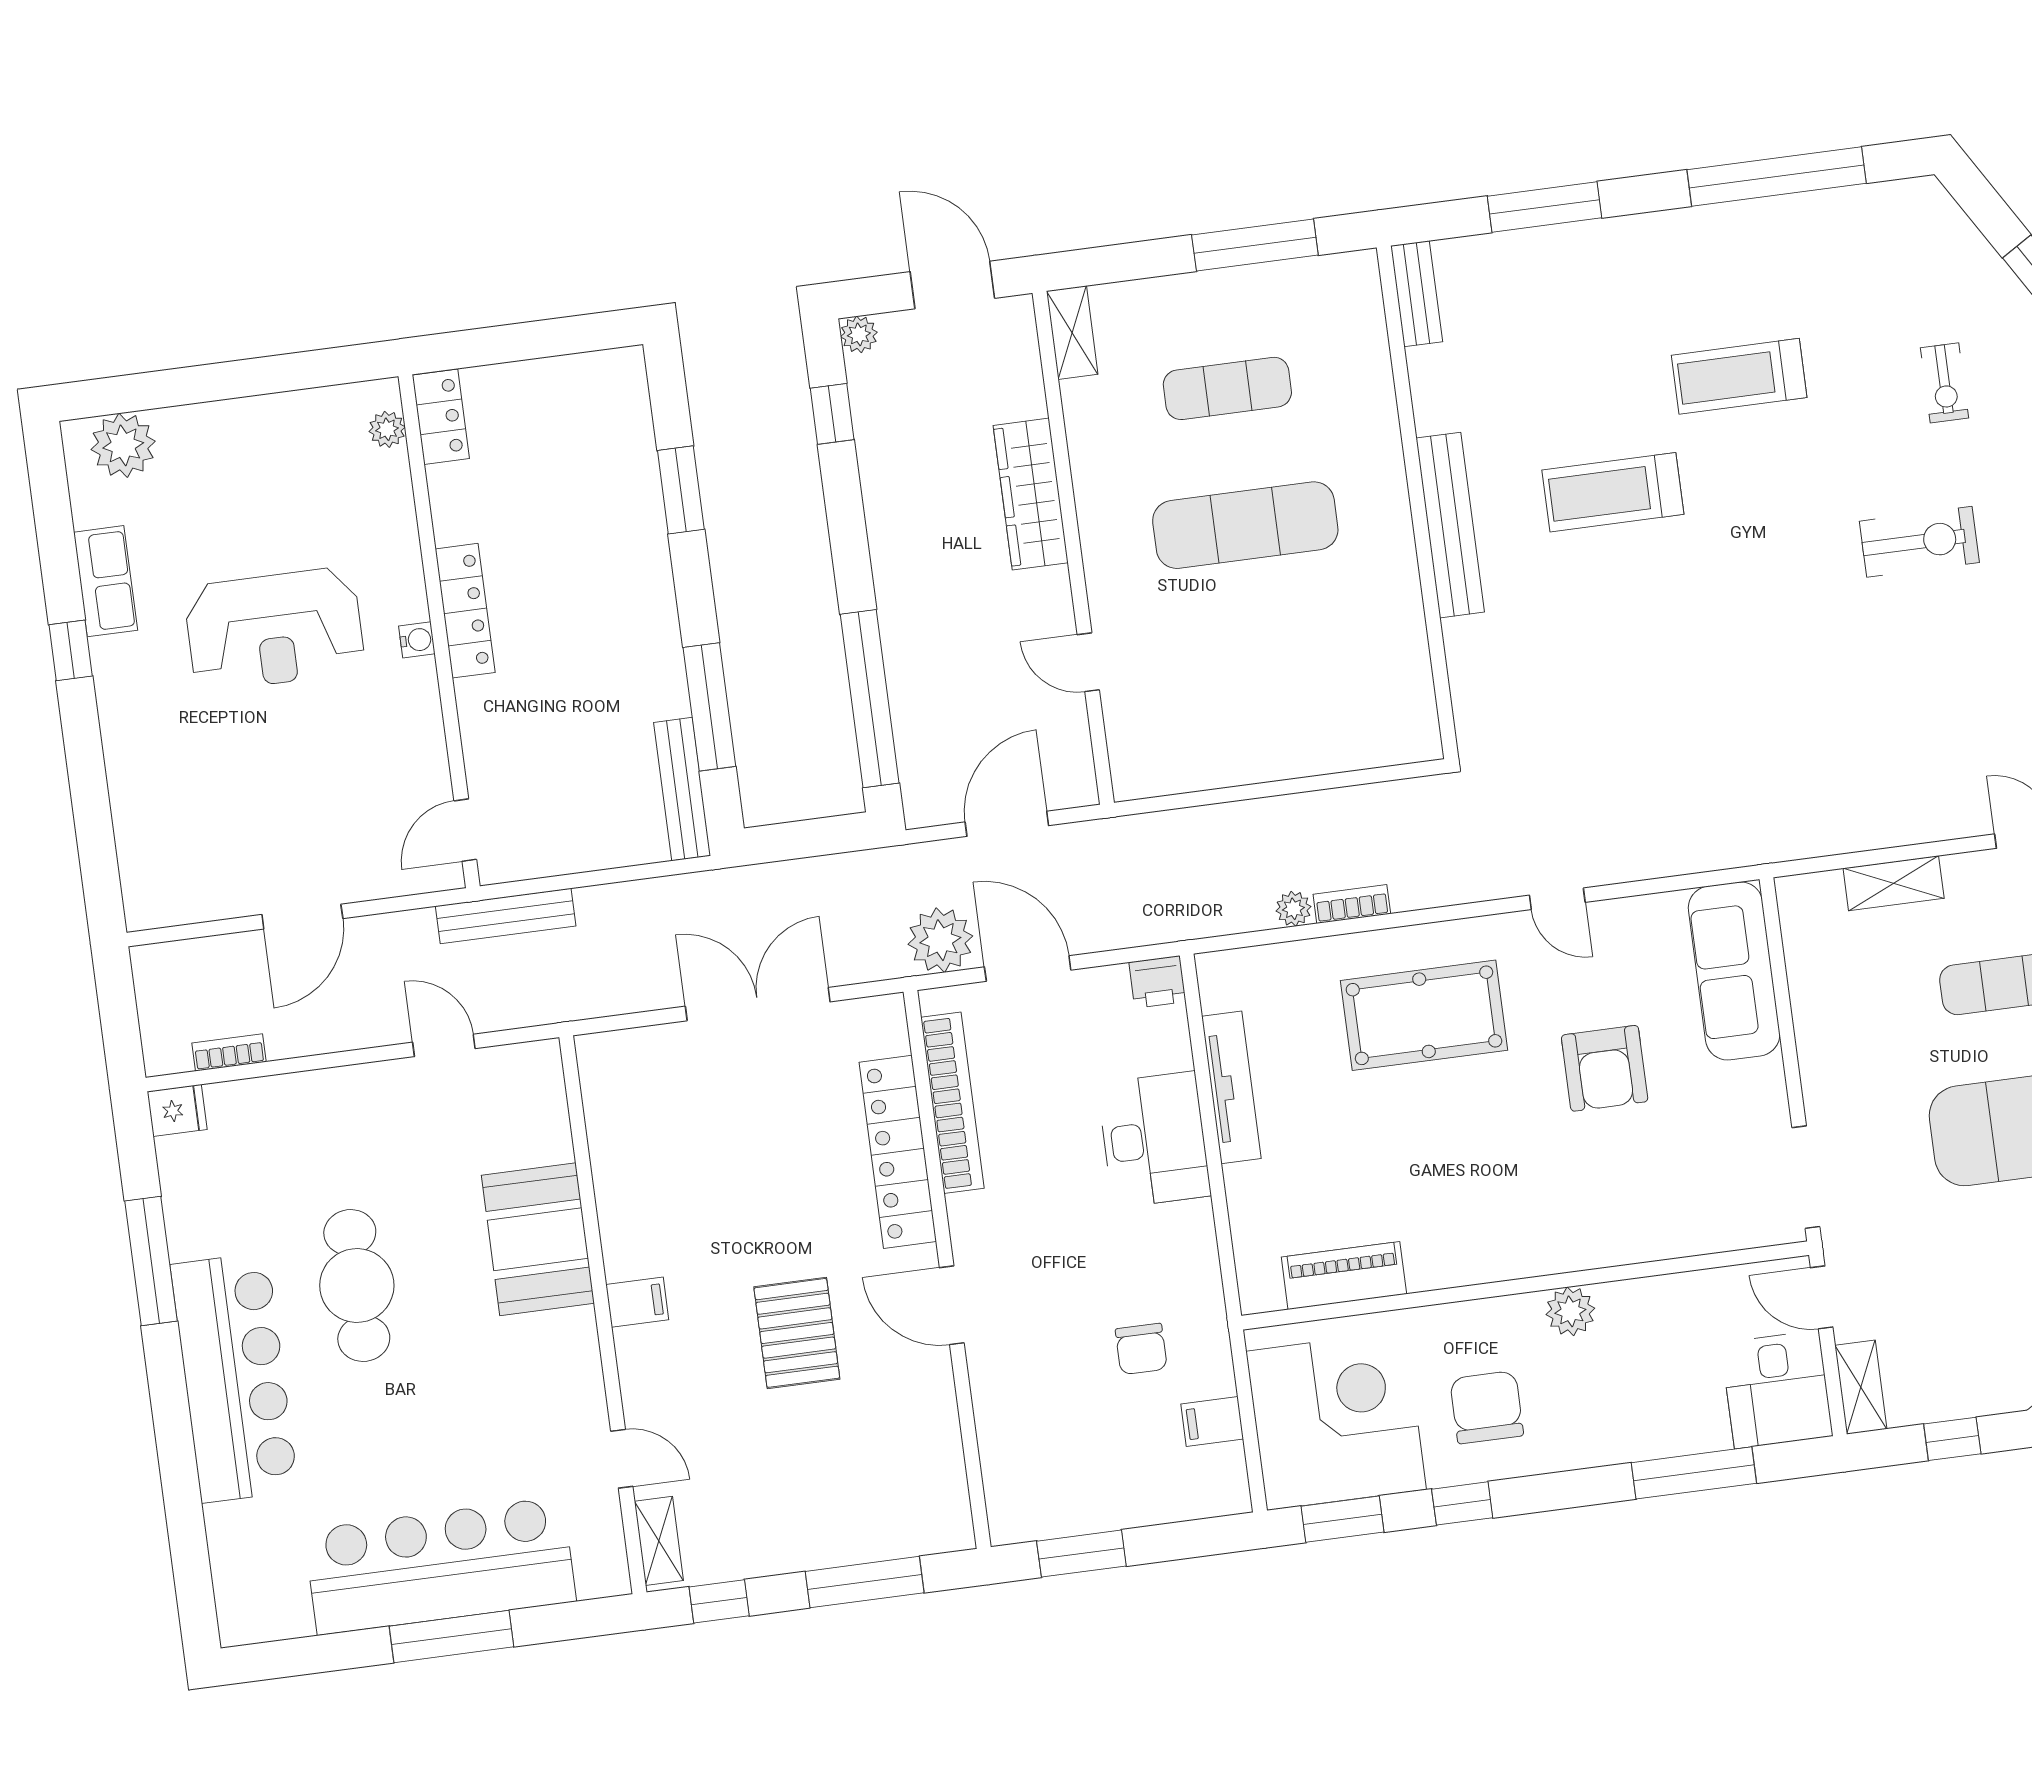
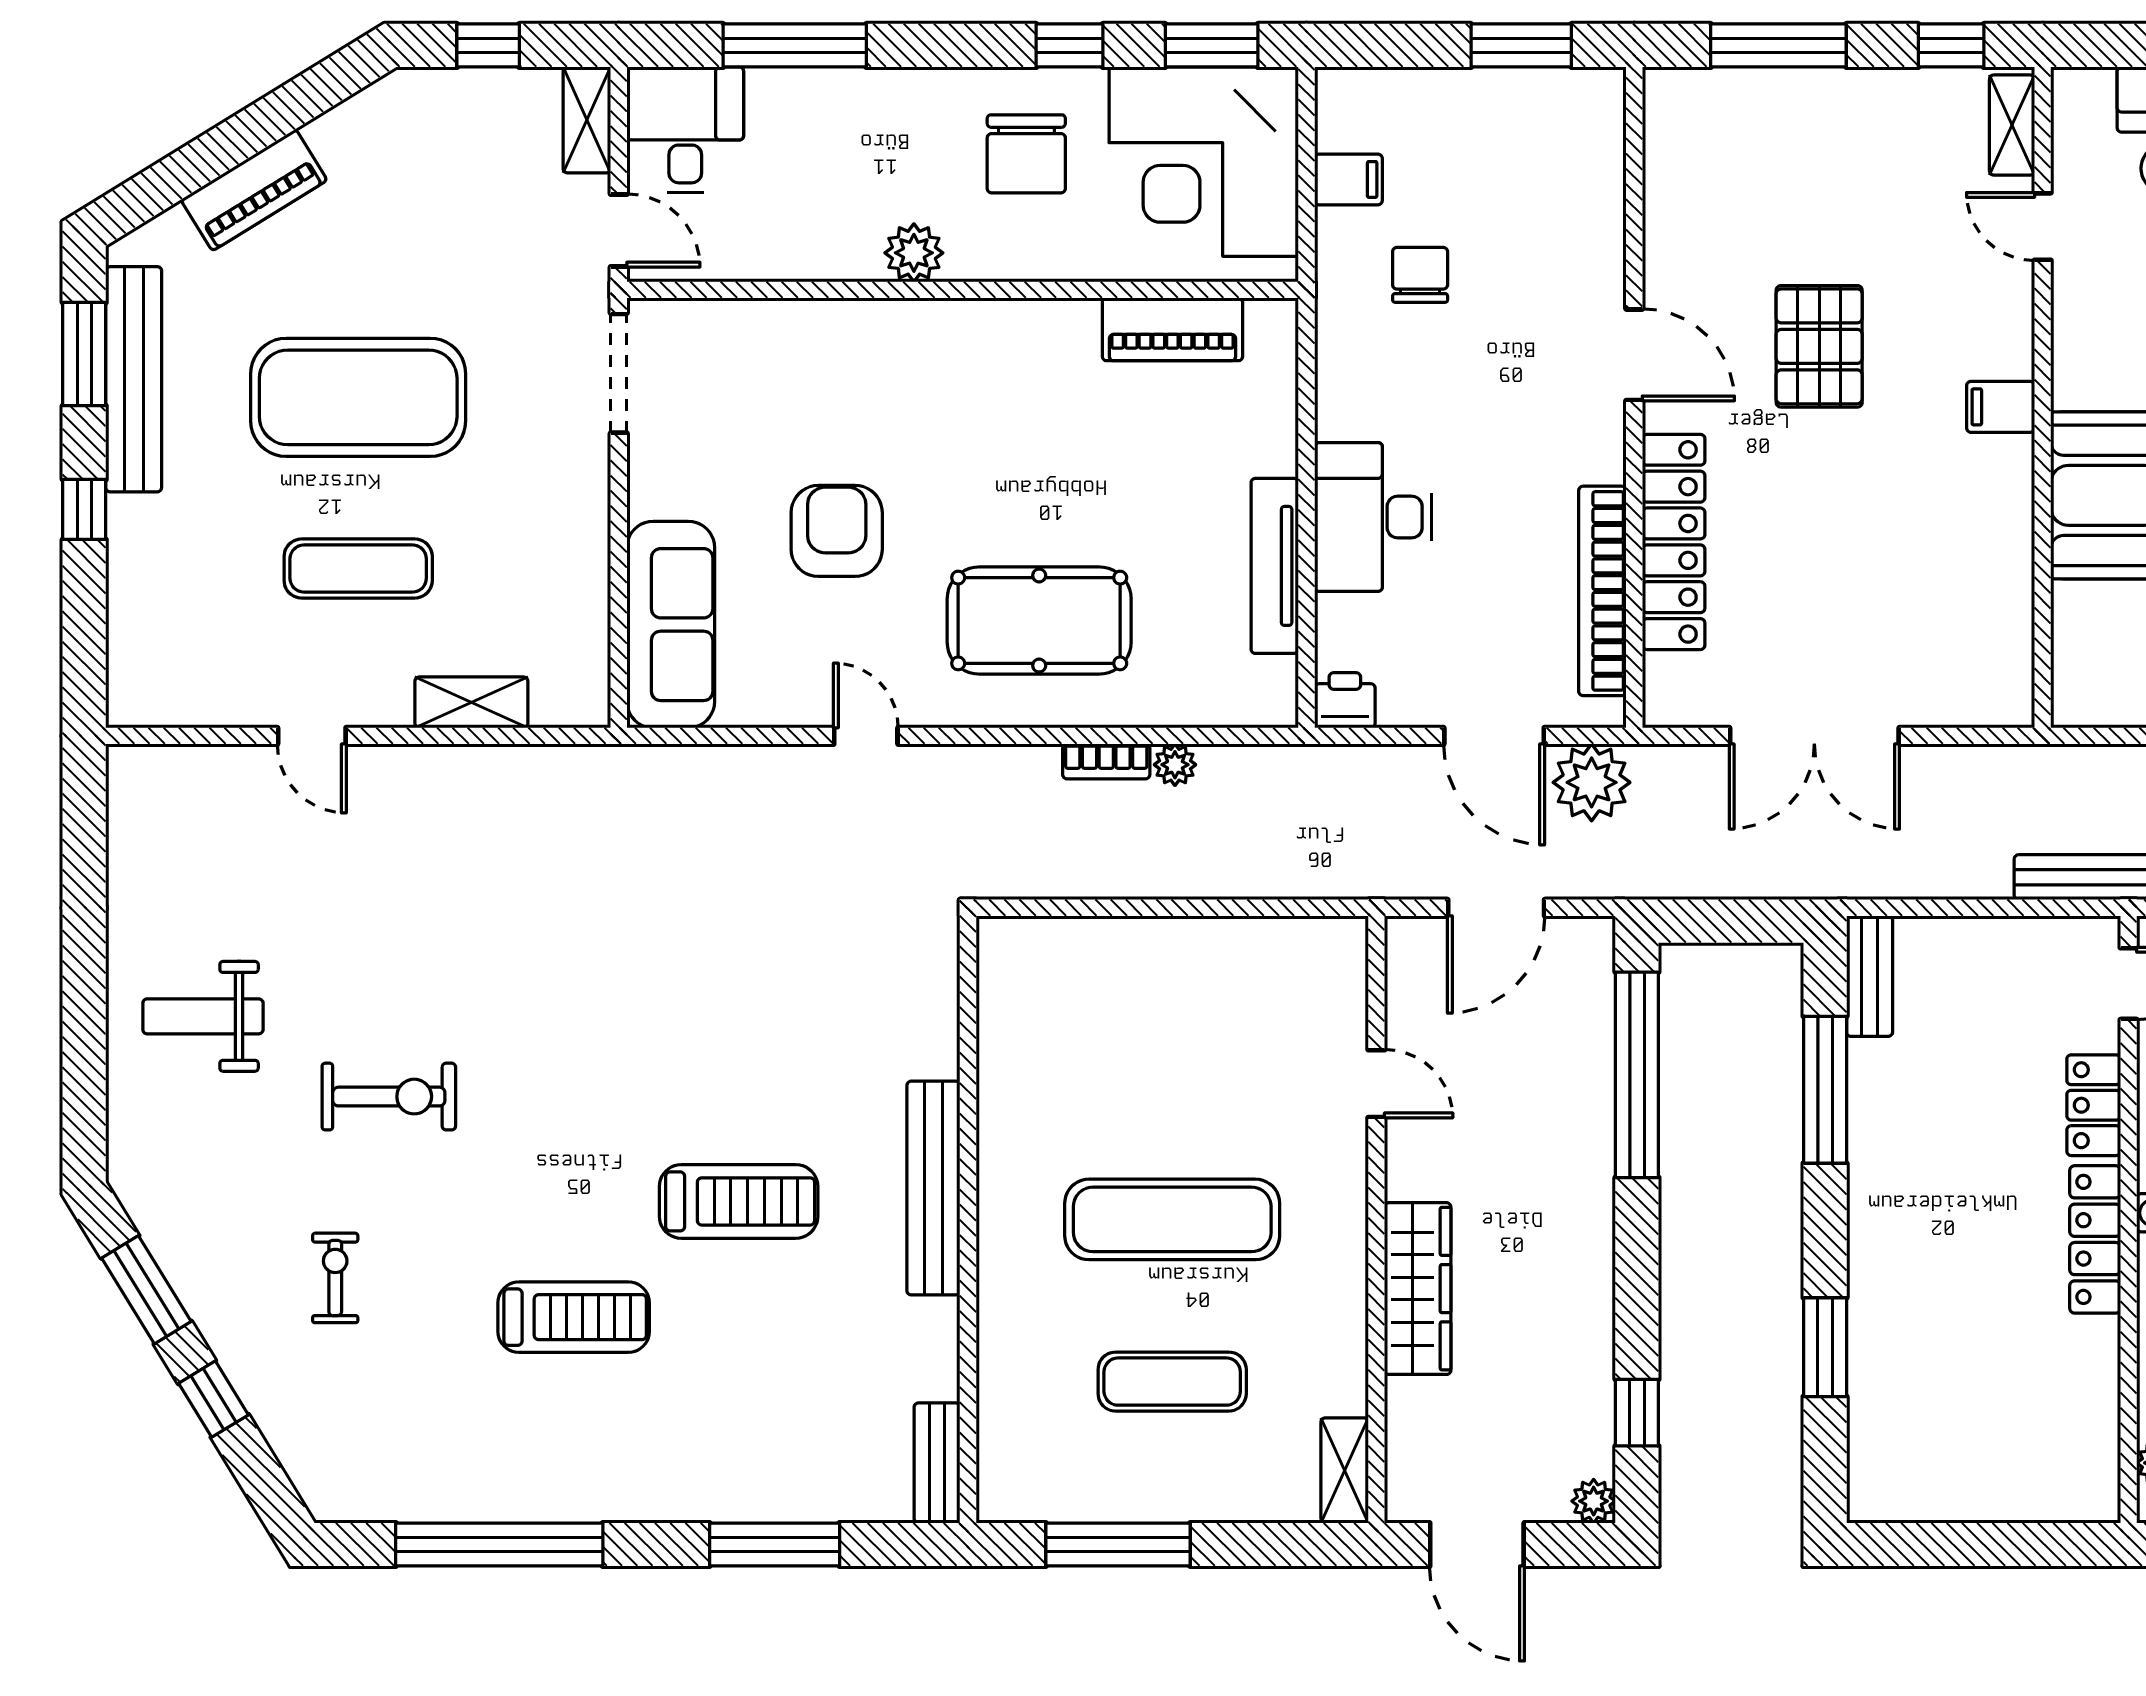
locker: (441, 417) -> (2094, 1105), moved
exercise bike: (1919, 542) -> (389, 1097), turned 180
bench: (682, 789) -> (1870, 976), width x0.73

